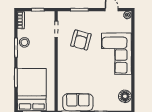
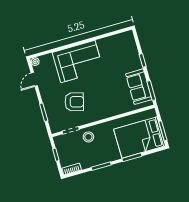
stool: (24, 42) -> (88, 137), moved
floor lamp: (125, 96) -> (119, 40), removed

